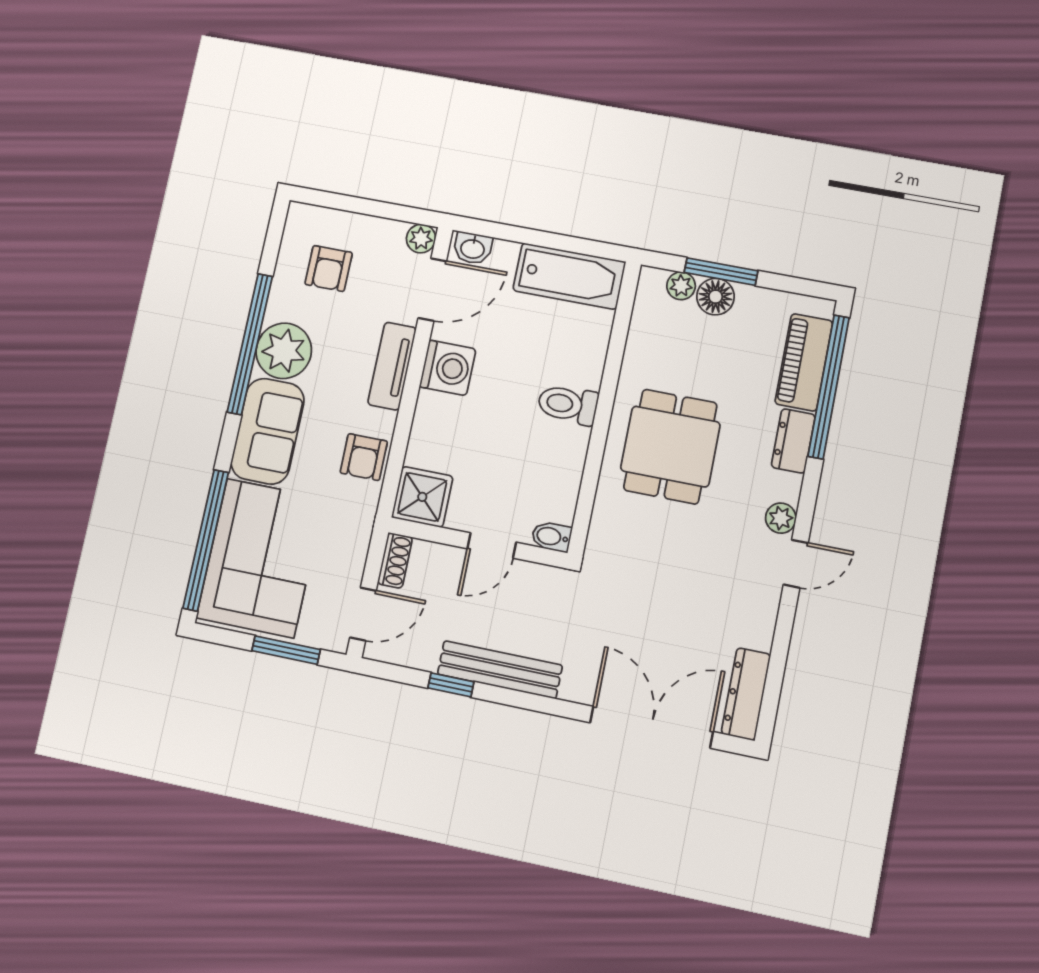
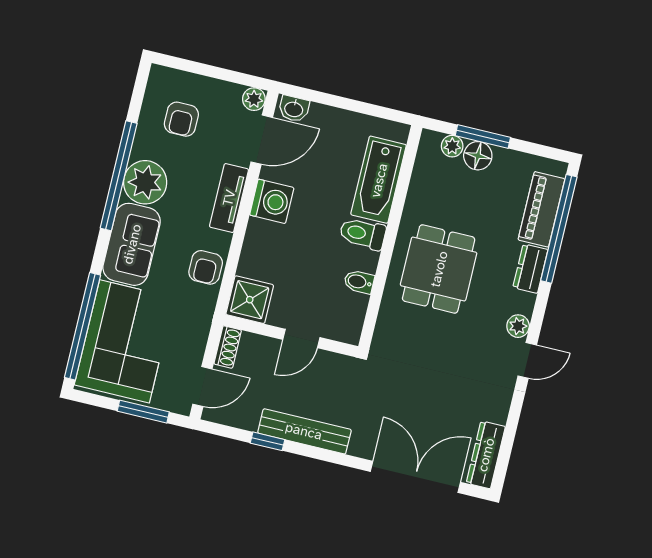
bathtub: (569, 276) -> (379, 180), moved, turned 90
bidet: (551, 537) -> (359, 282), moved

